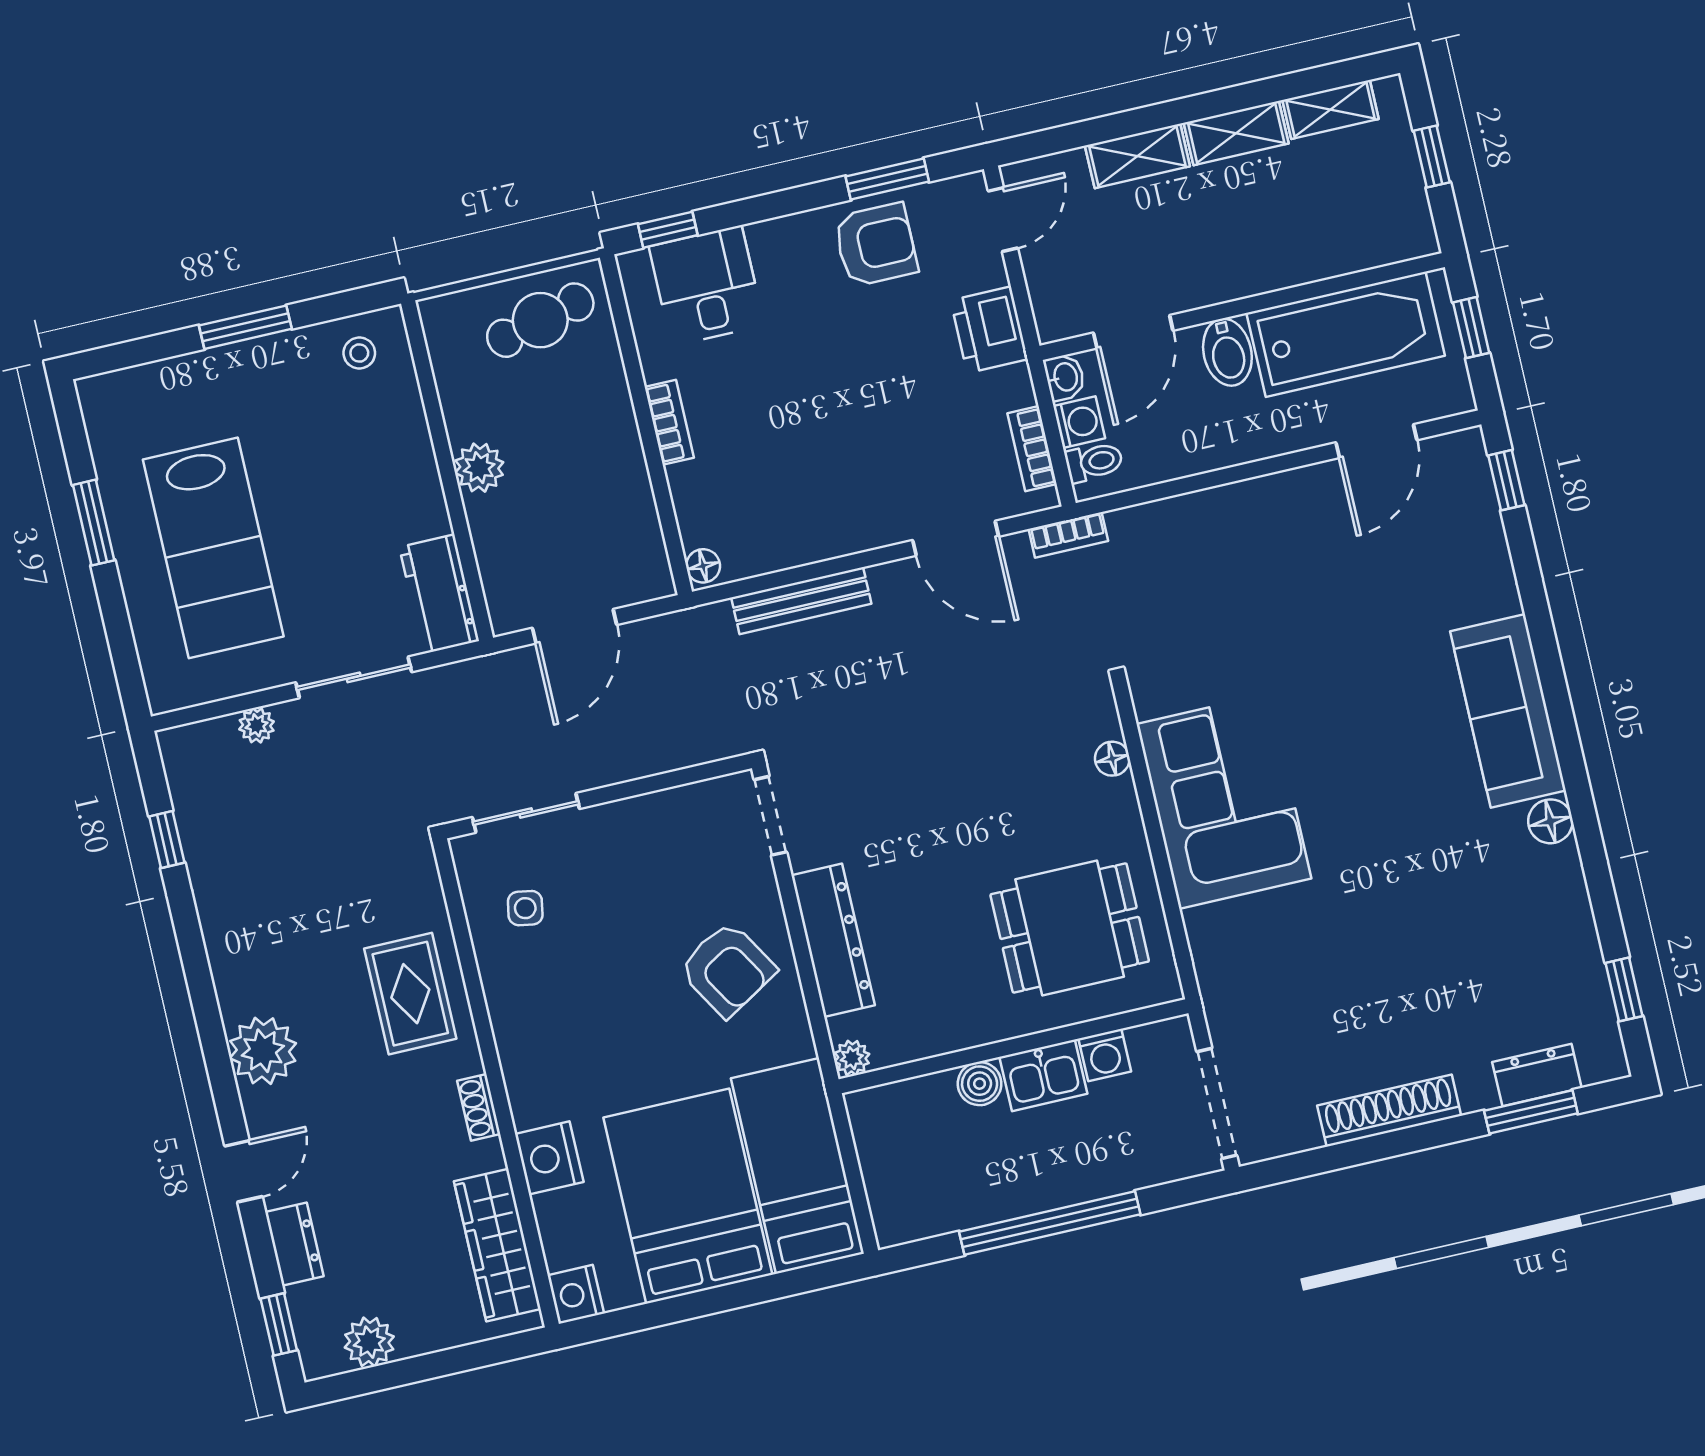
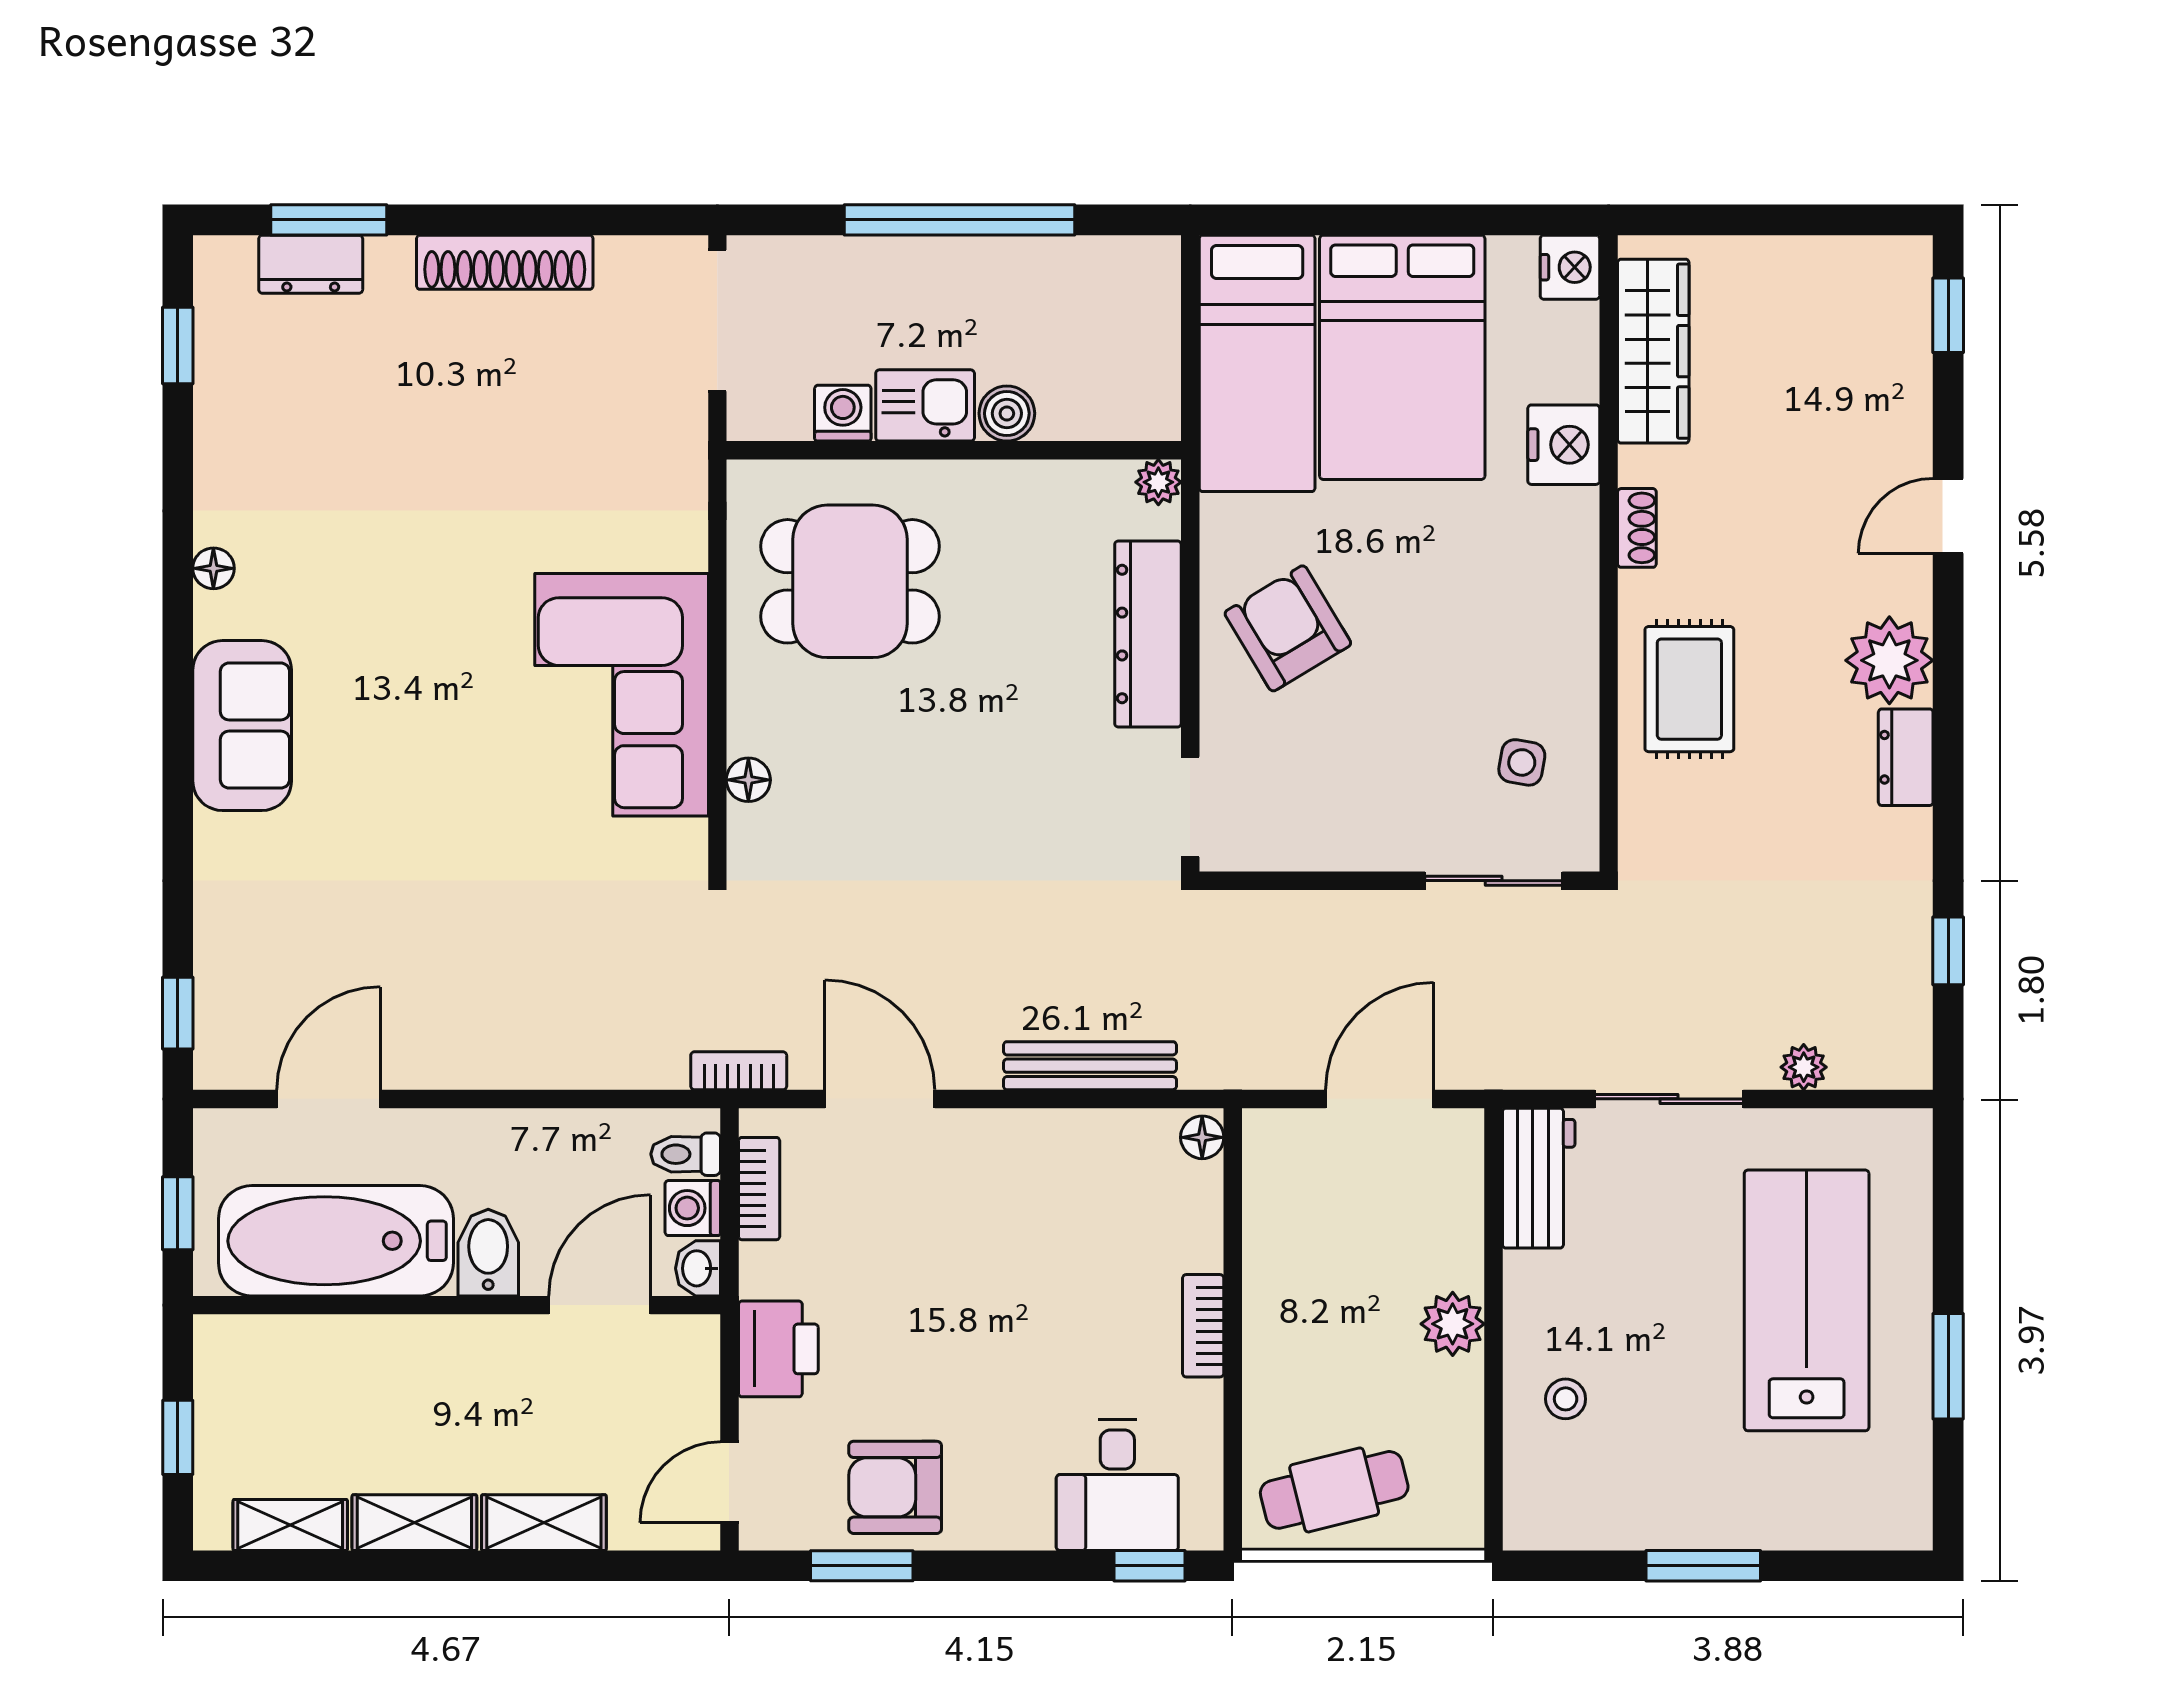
stool: (359, 353) -> (1566, 1399), moved
sofa: (1508, 711) -> (242, 726), width x0.73
floor lamp: (1550, 821) -> (213, 568), width x0.73, depth x0.73
dresser: (294, 1244) -> (1906, 757), moved
plant: (369, 1342) -> (1841, 267), removed

